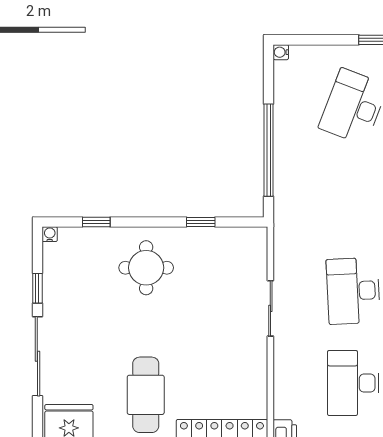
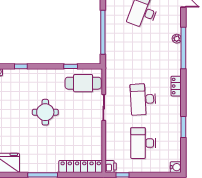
round table: (146, 268) -> (45, 112), moved
cafe table: (146, 395) -> (83, 83), moved, turned 90

